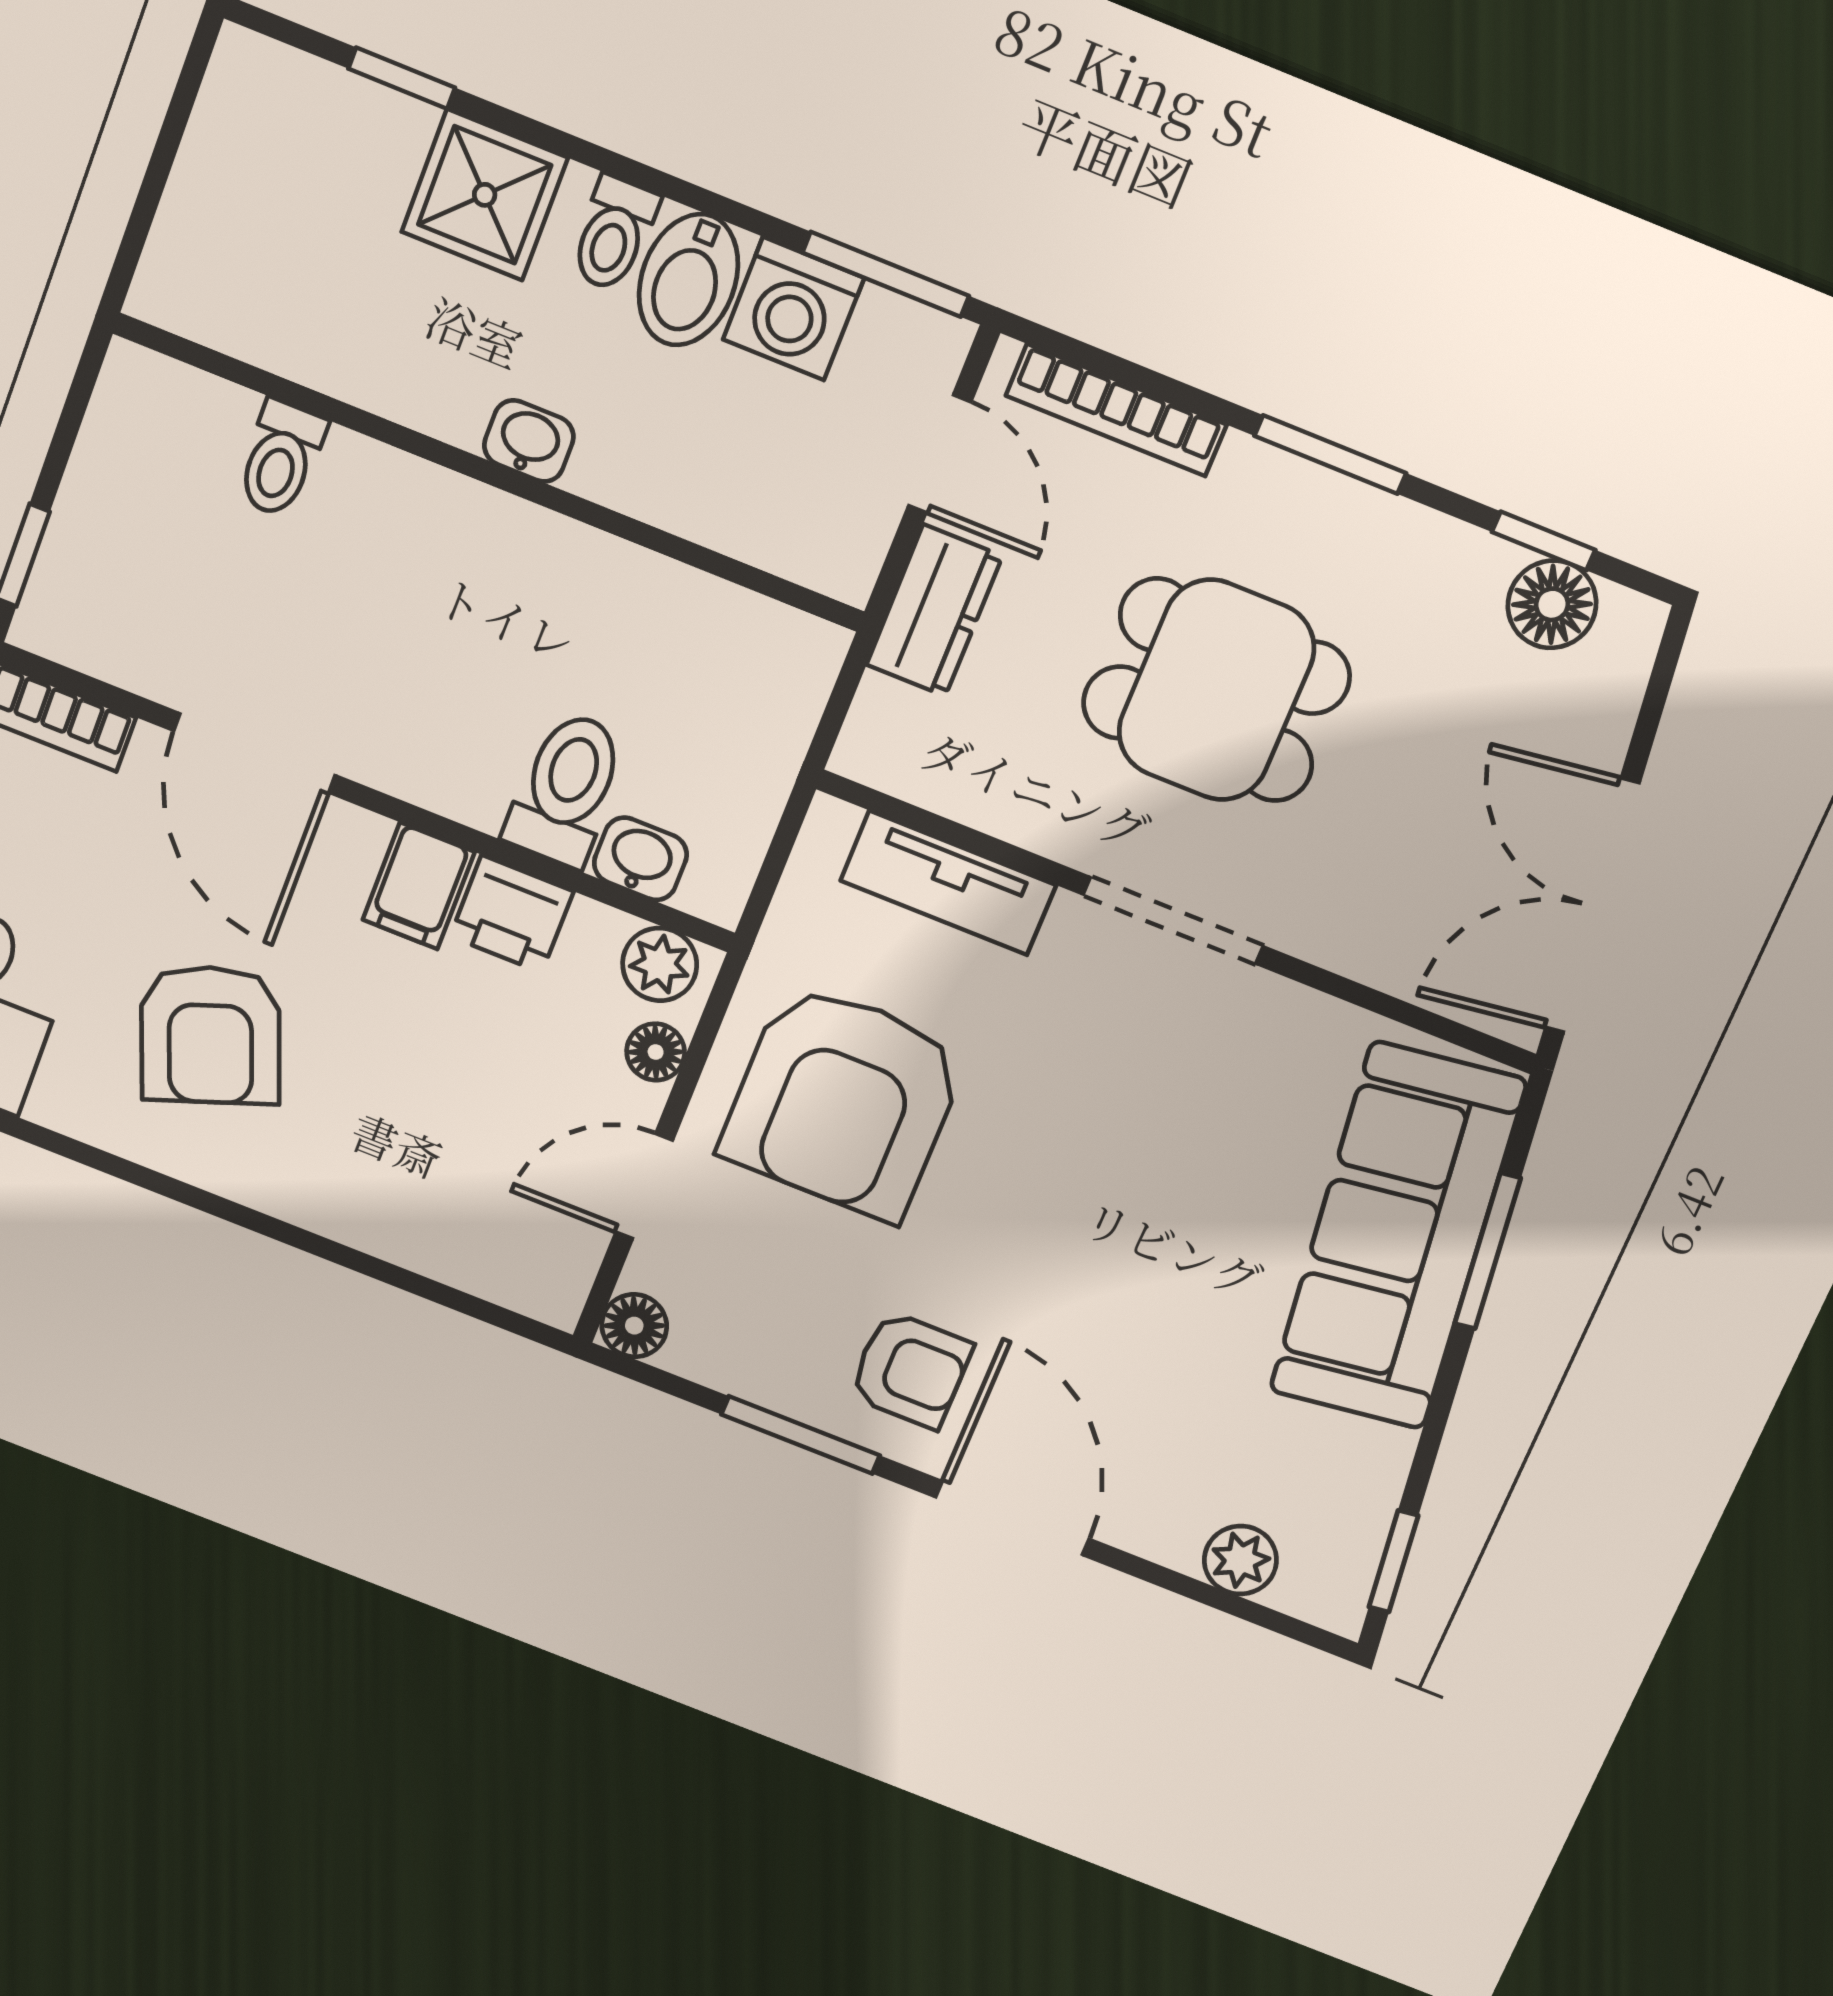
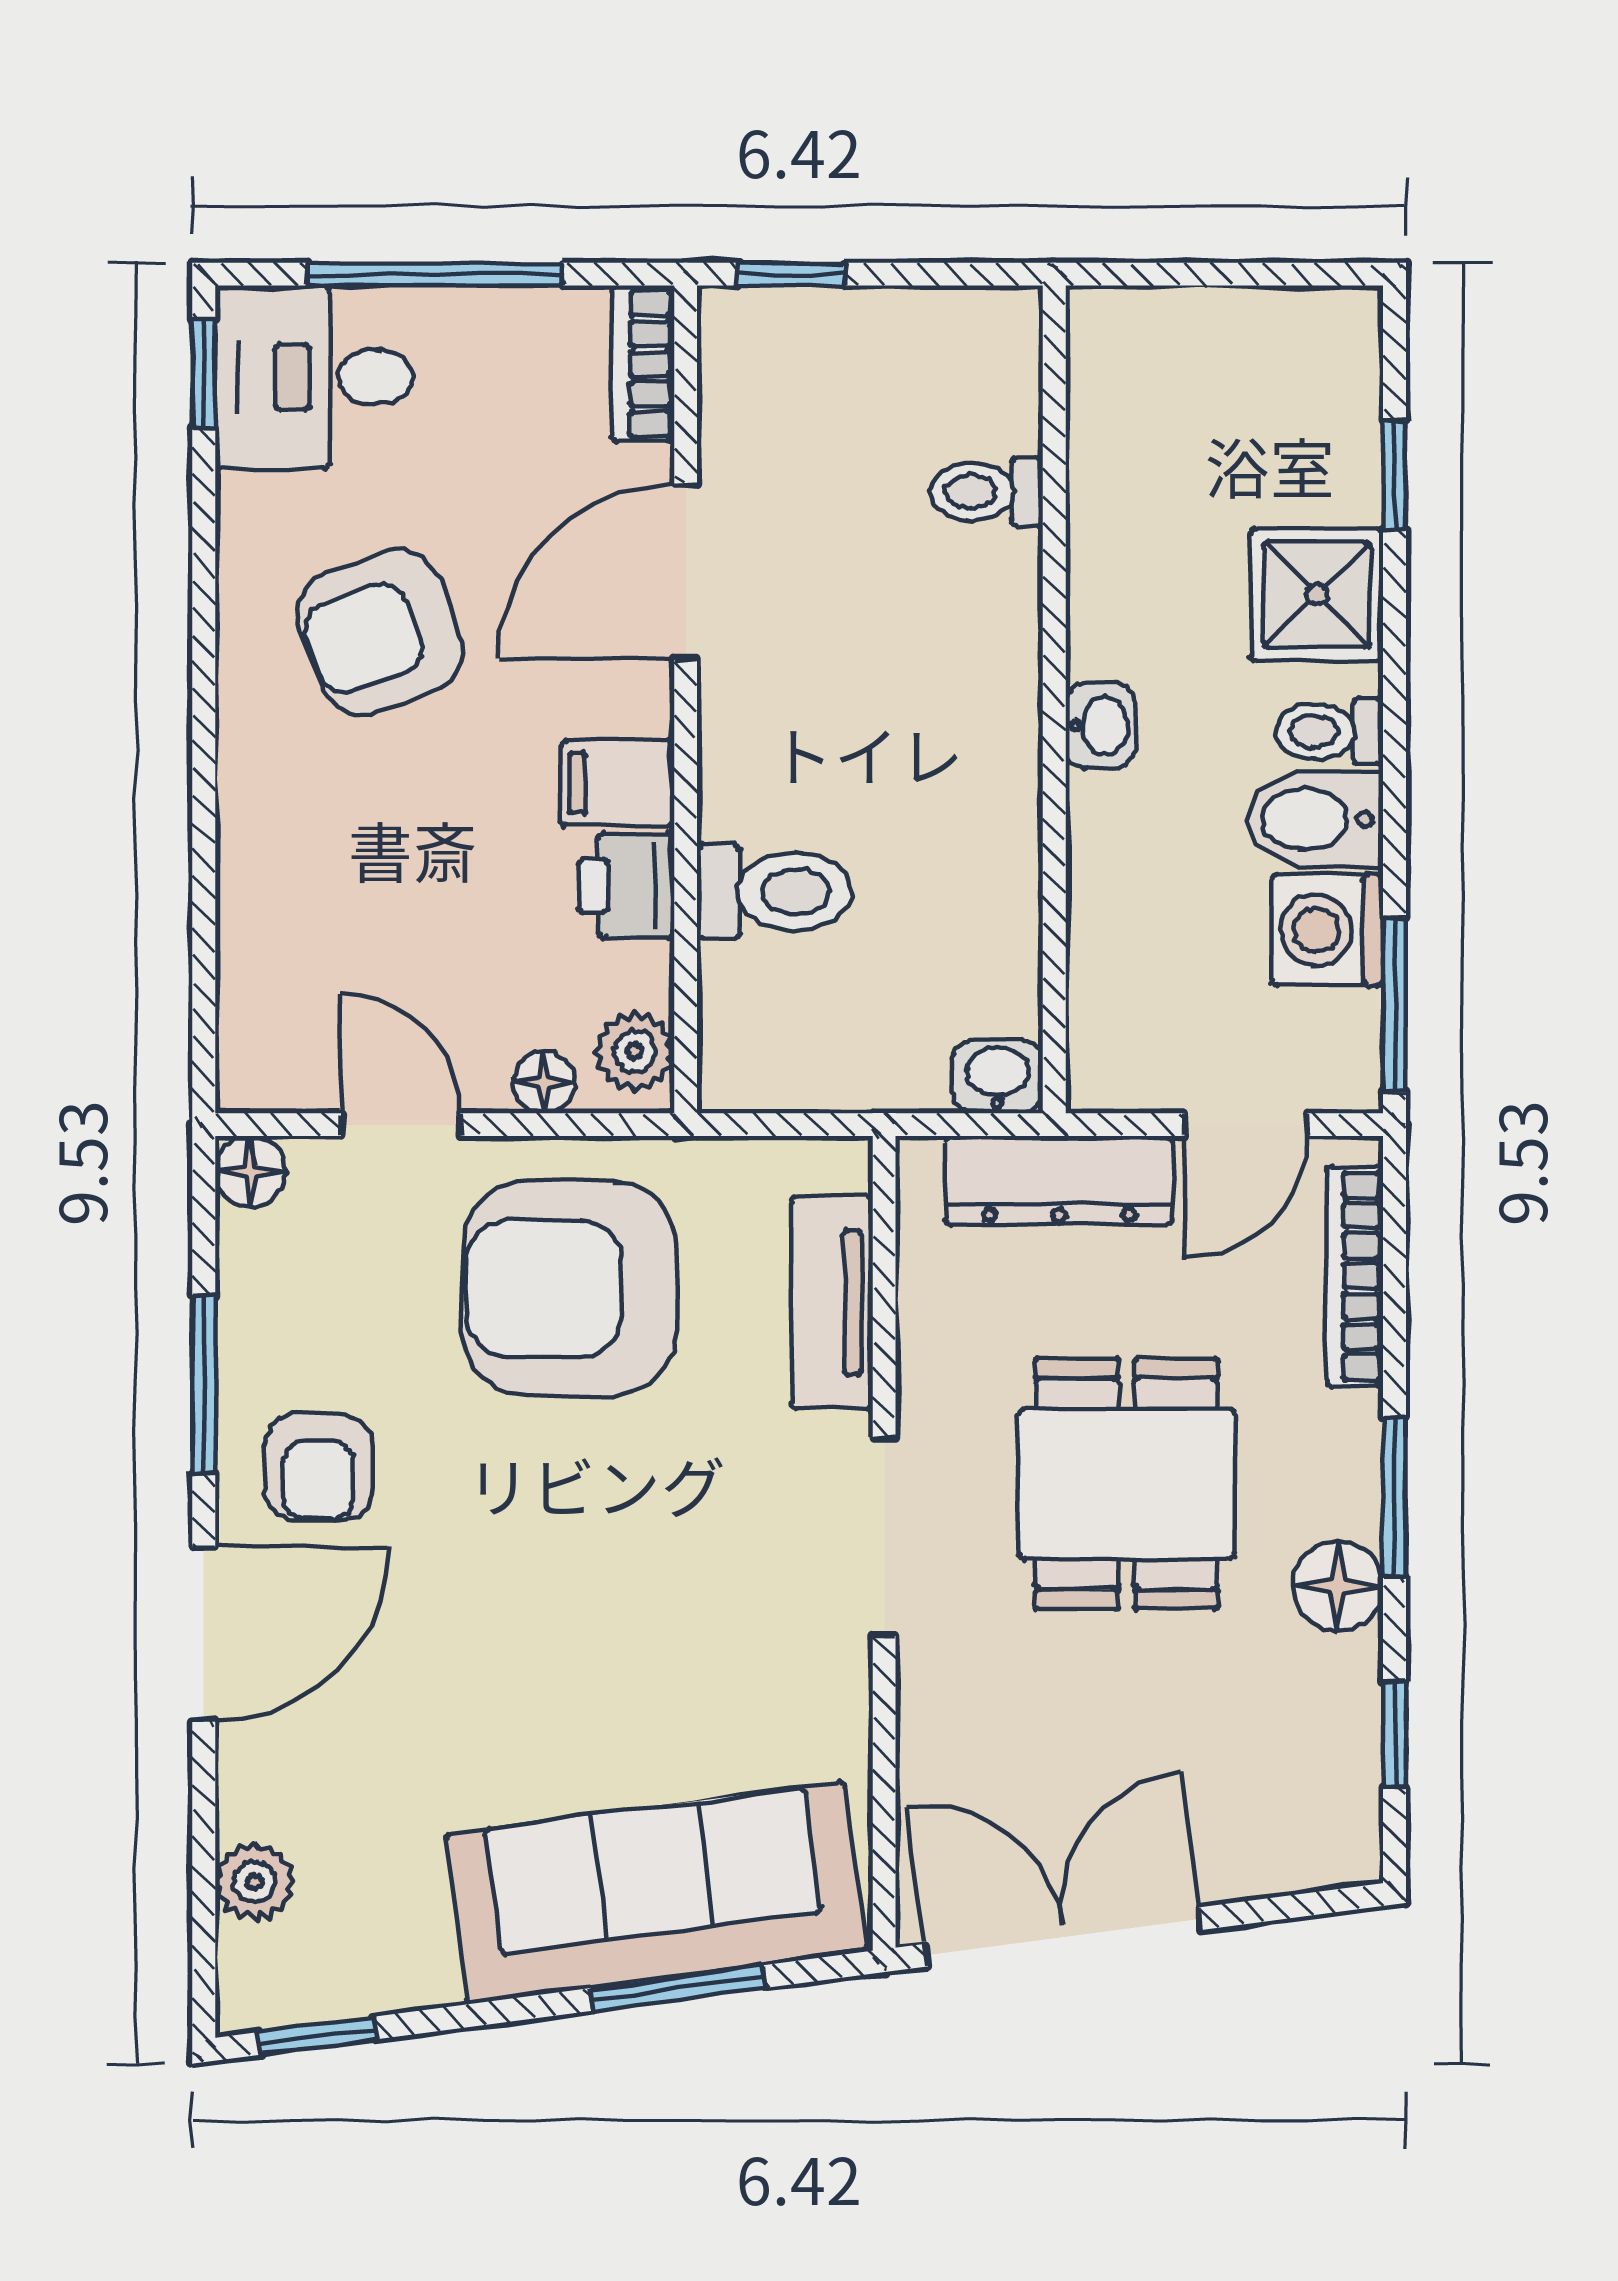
floor lamp: (1552, 604) -> (1338, 1586), moved
dresser: (934, 610) -> (1059, 1180), width x1.44
washbasin: (640, 859) -> (998, 1077), moved, turned -90

